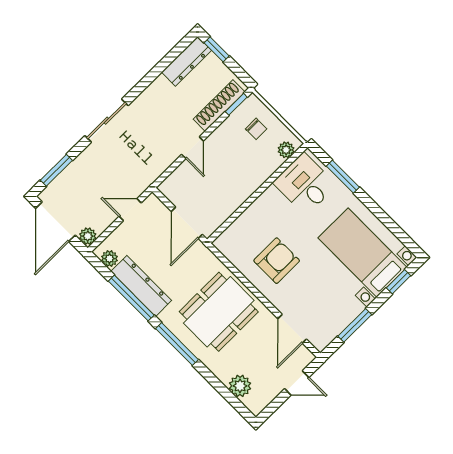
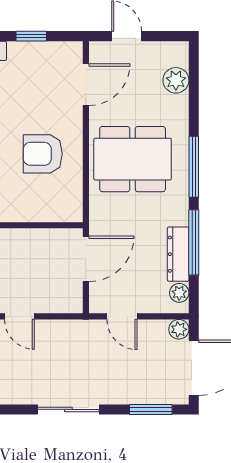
door: (193, 148) -> (19, 316), swing flipped
dresser: (141, 286) -> (178, 254), width x0.73, depth x0.80
window: (355, 325) -> (31, 36), width x0.67

